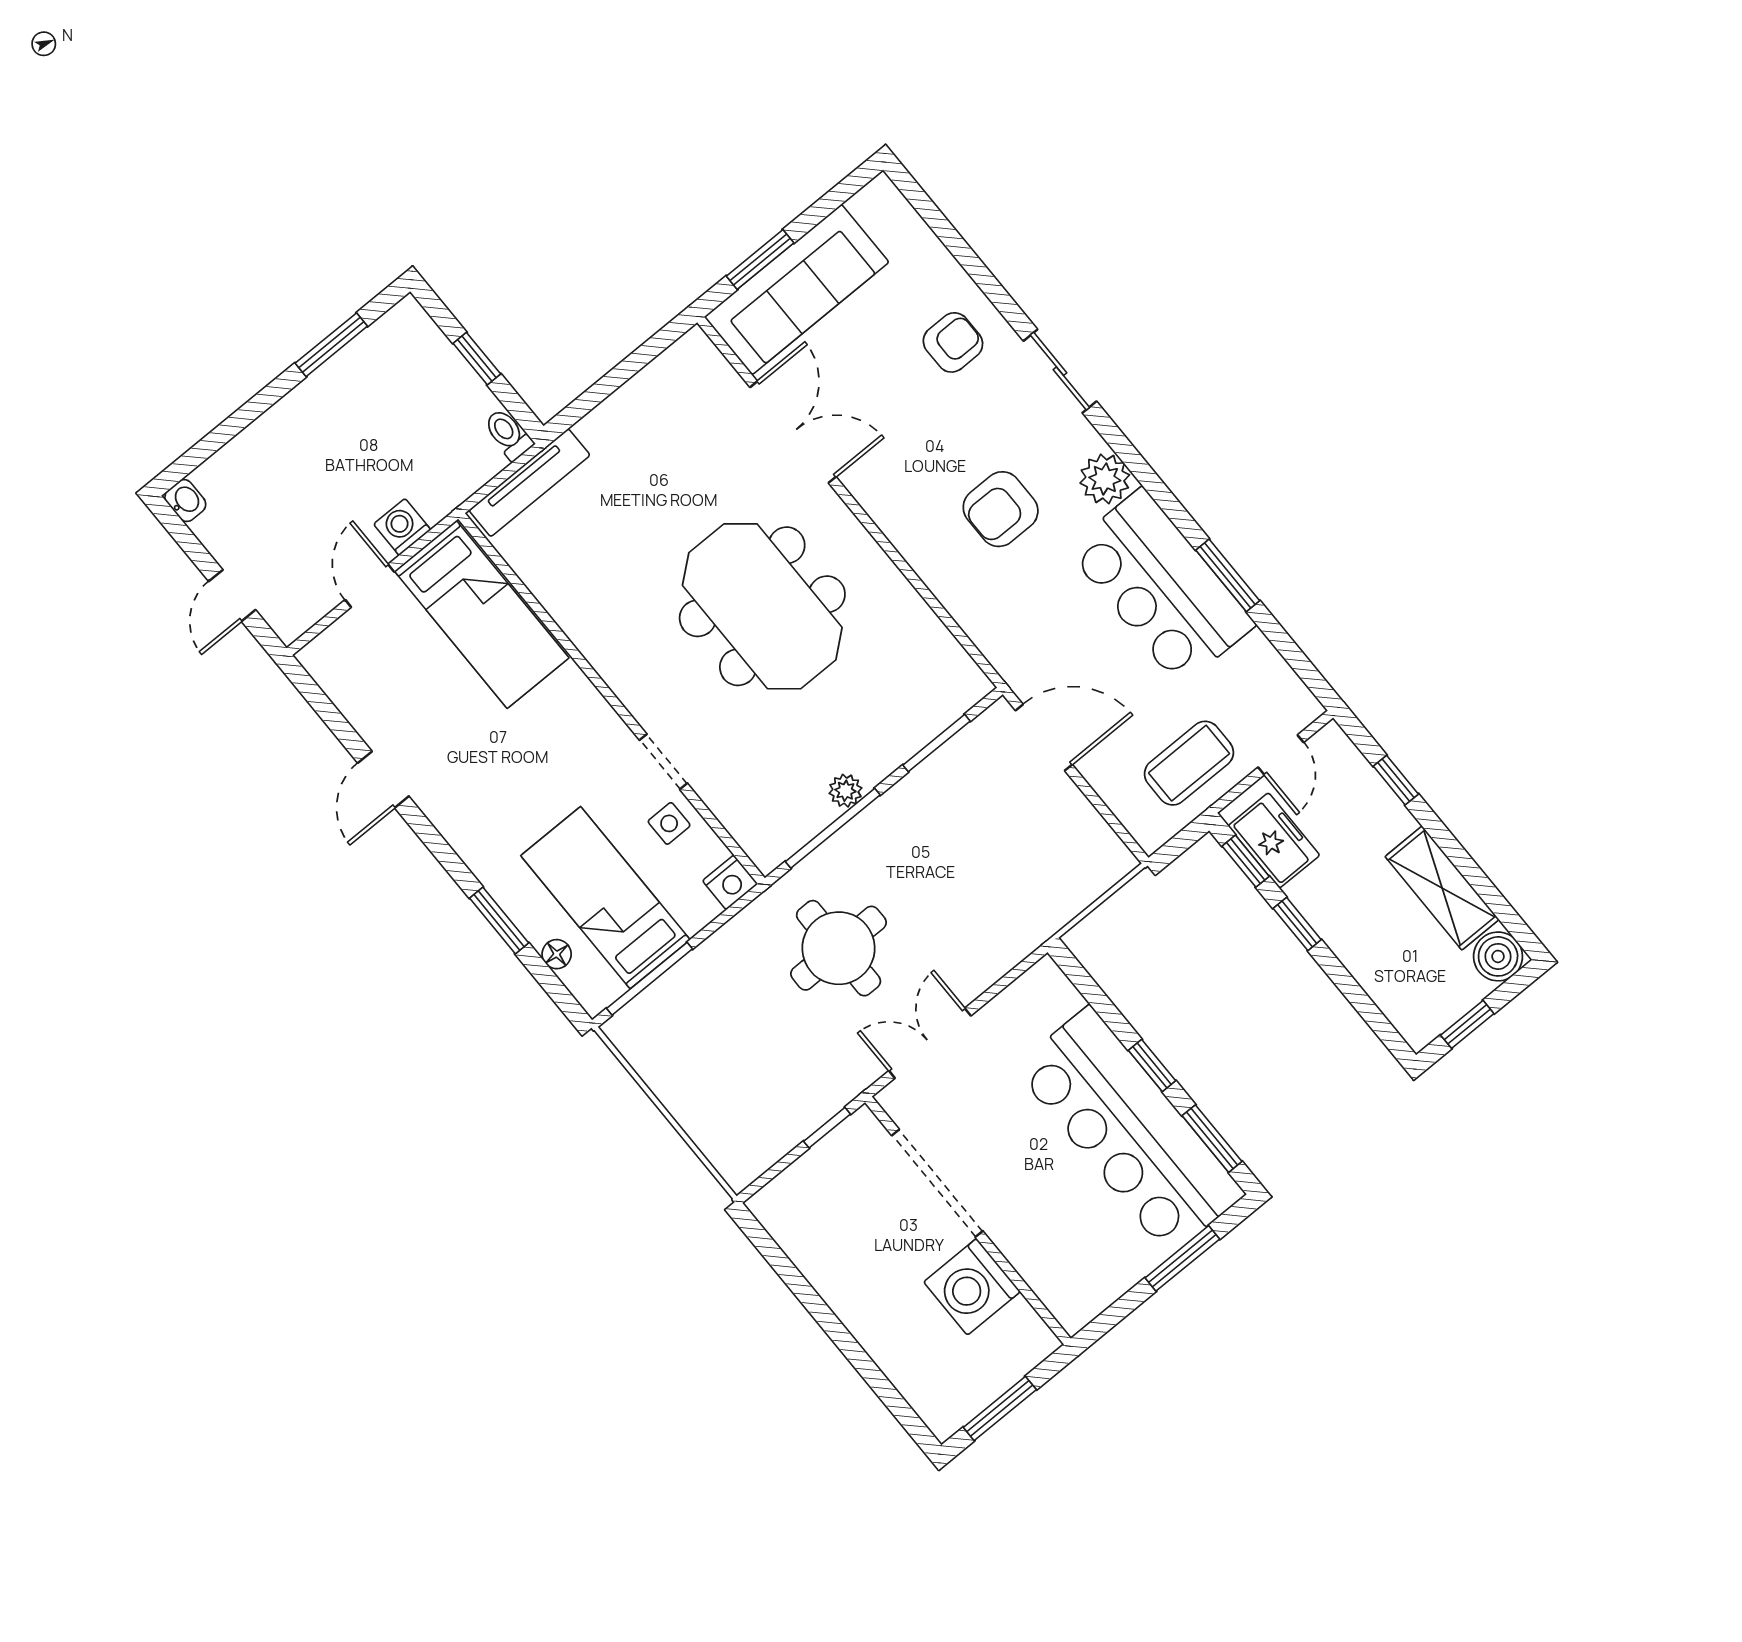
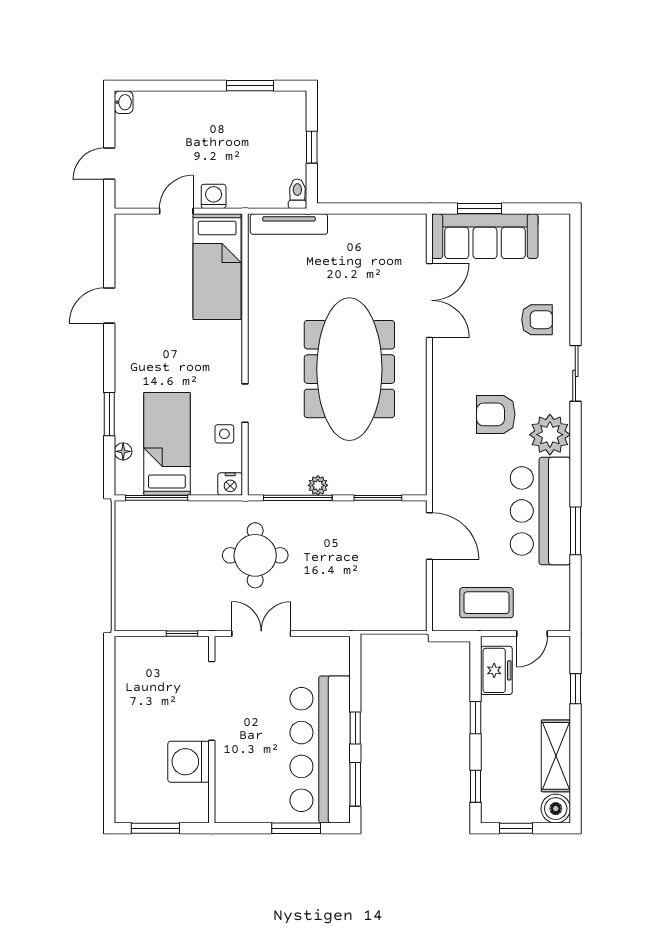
plant: (1105, 479) -> (550, 435), width x1.36, depth x1.36
meeting table: (762, 606) -> (349, 369), width x1.36
window: (1246, 861) -> (476, 786), moved

